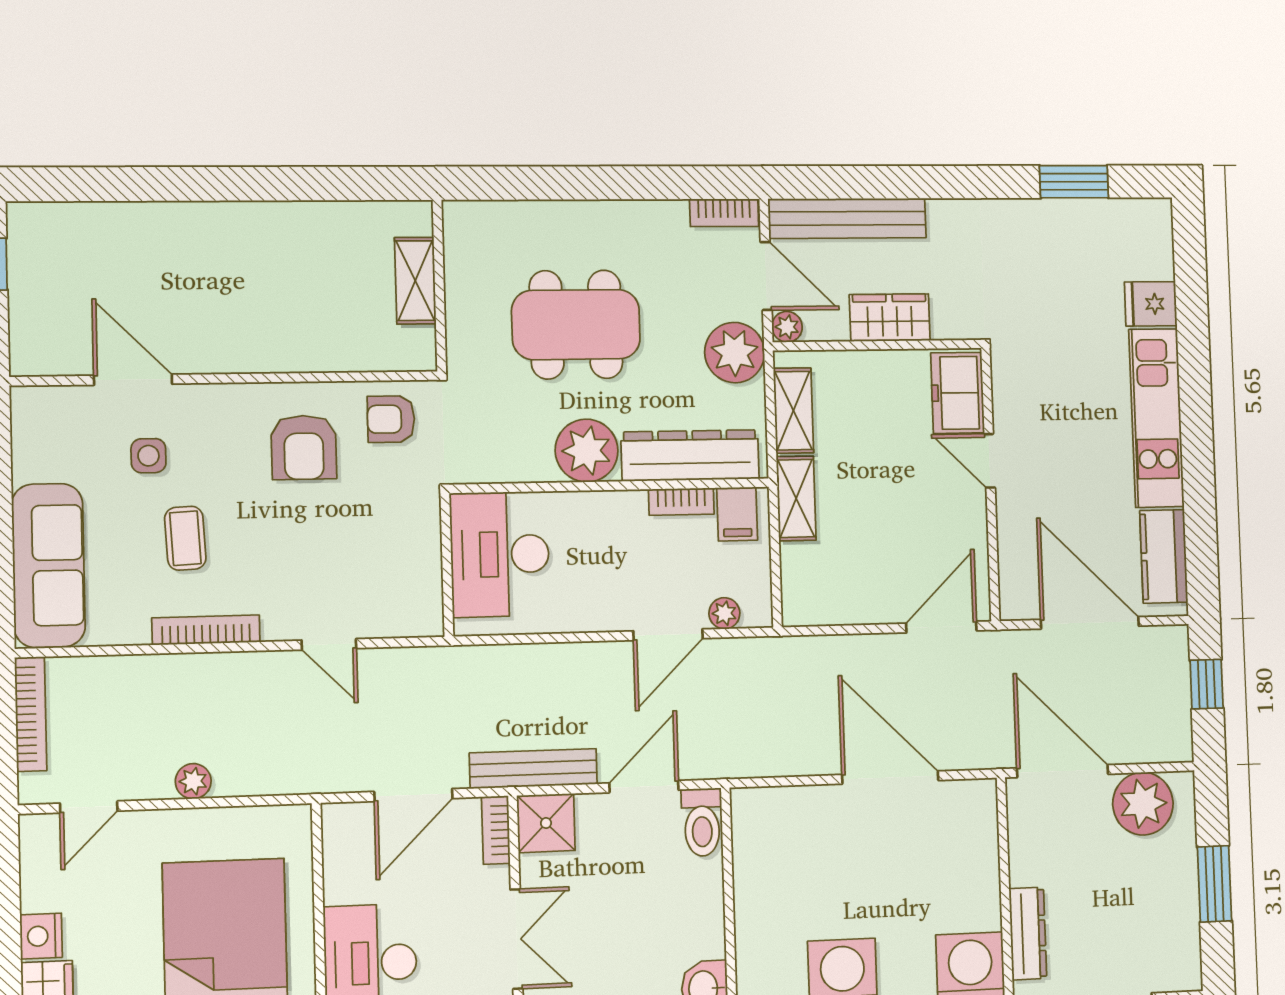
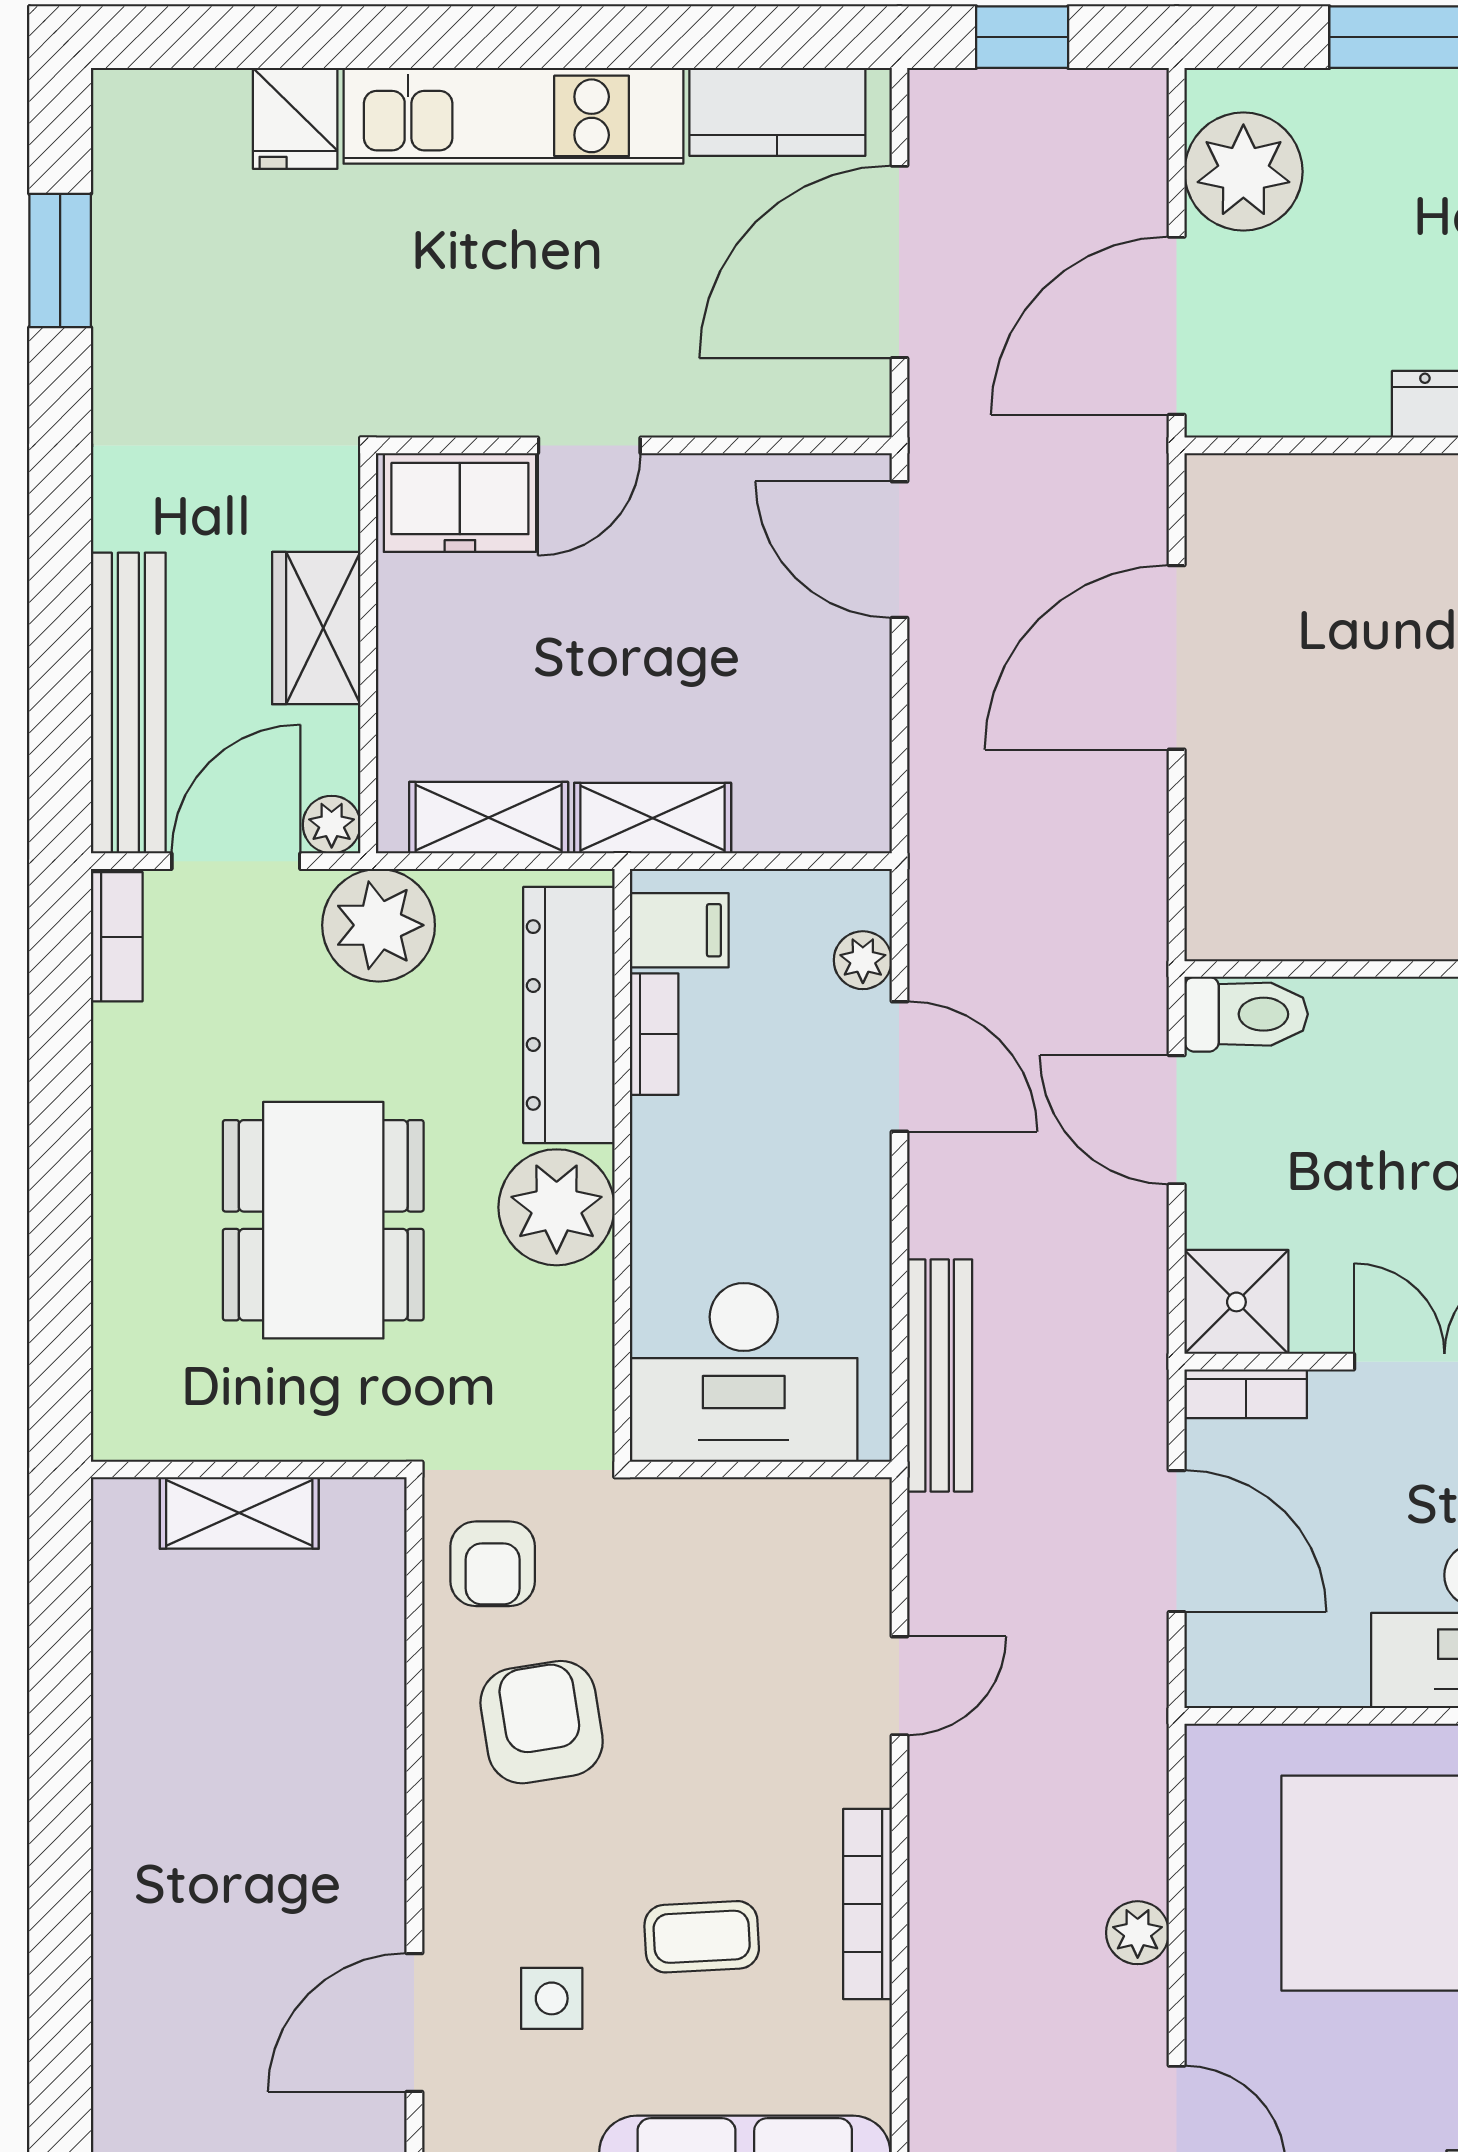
armchair: (304, 447) -> (542, 1722), turned -99
bench: (533, 769) -> (940, 1375), moved

